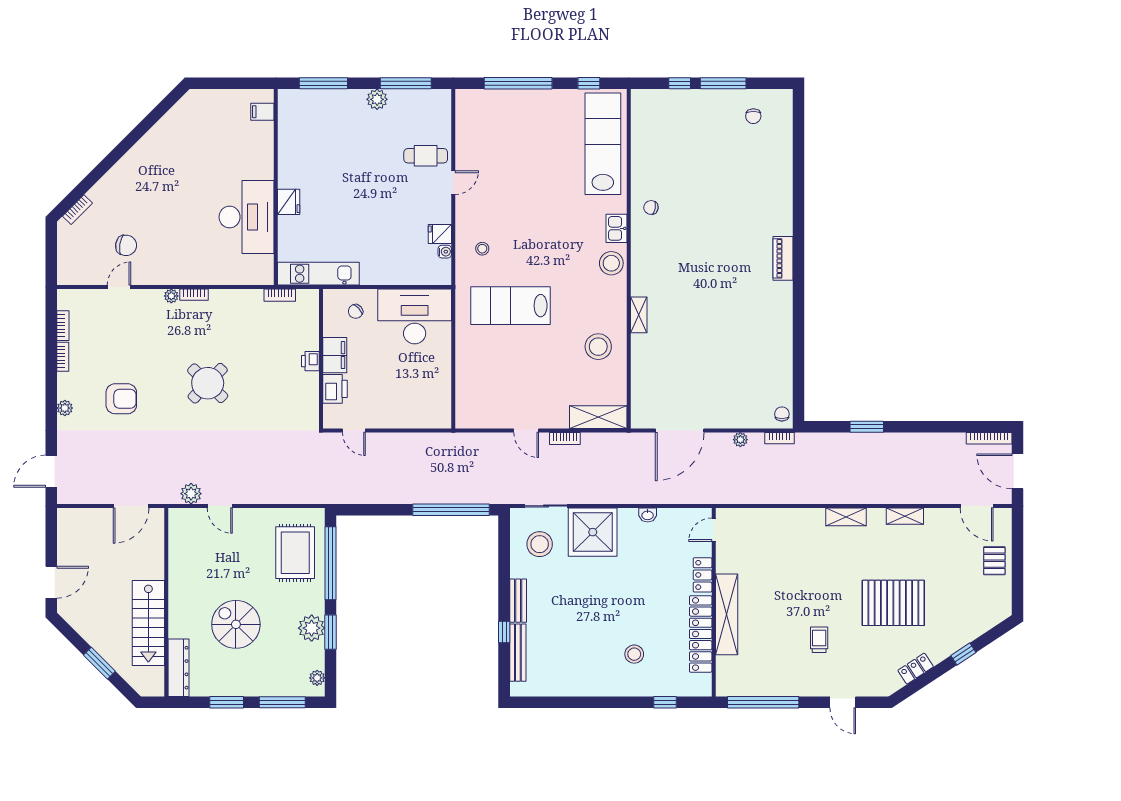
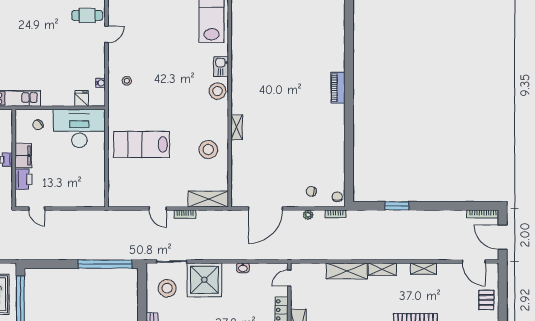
chair: (651, 207) -> (311, 191), moved
fridge: (440, 234) -> (81, 98), moved, turned 90
lab bench: (510, 306) -> (142, 144), moved
shelving: (796, 519) -> (347, 271), added

